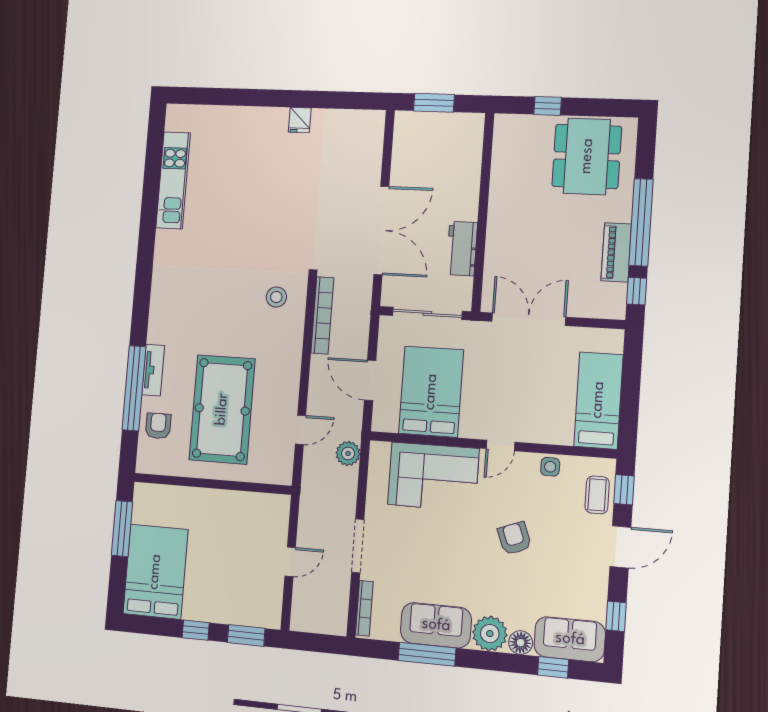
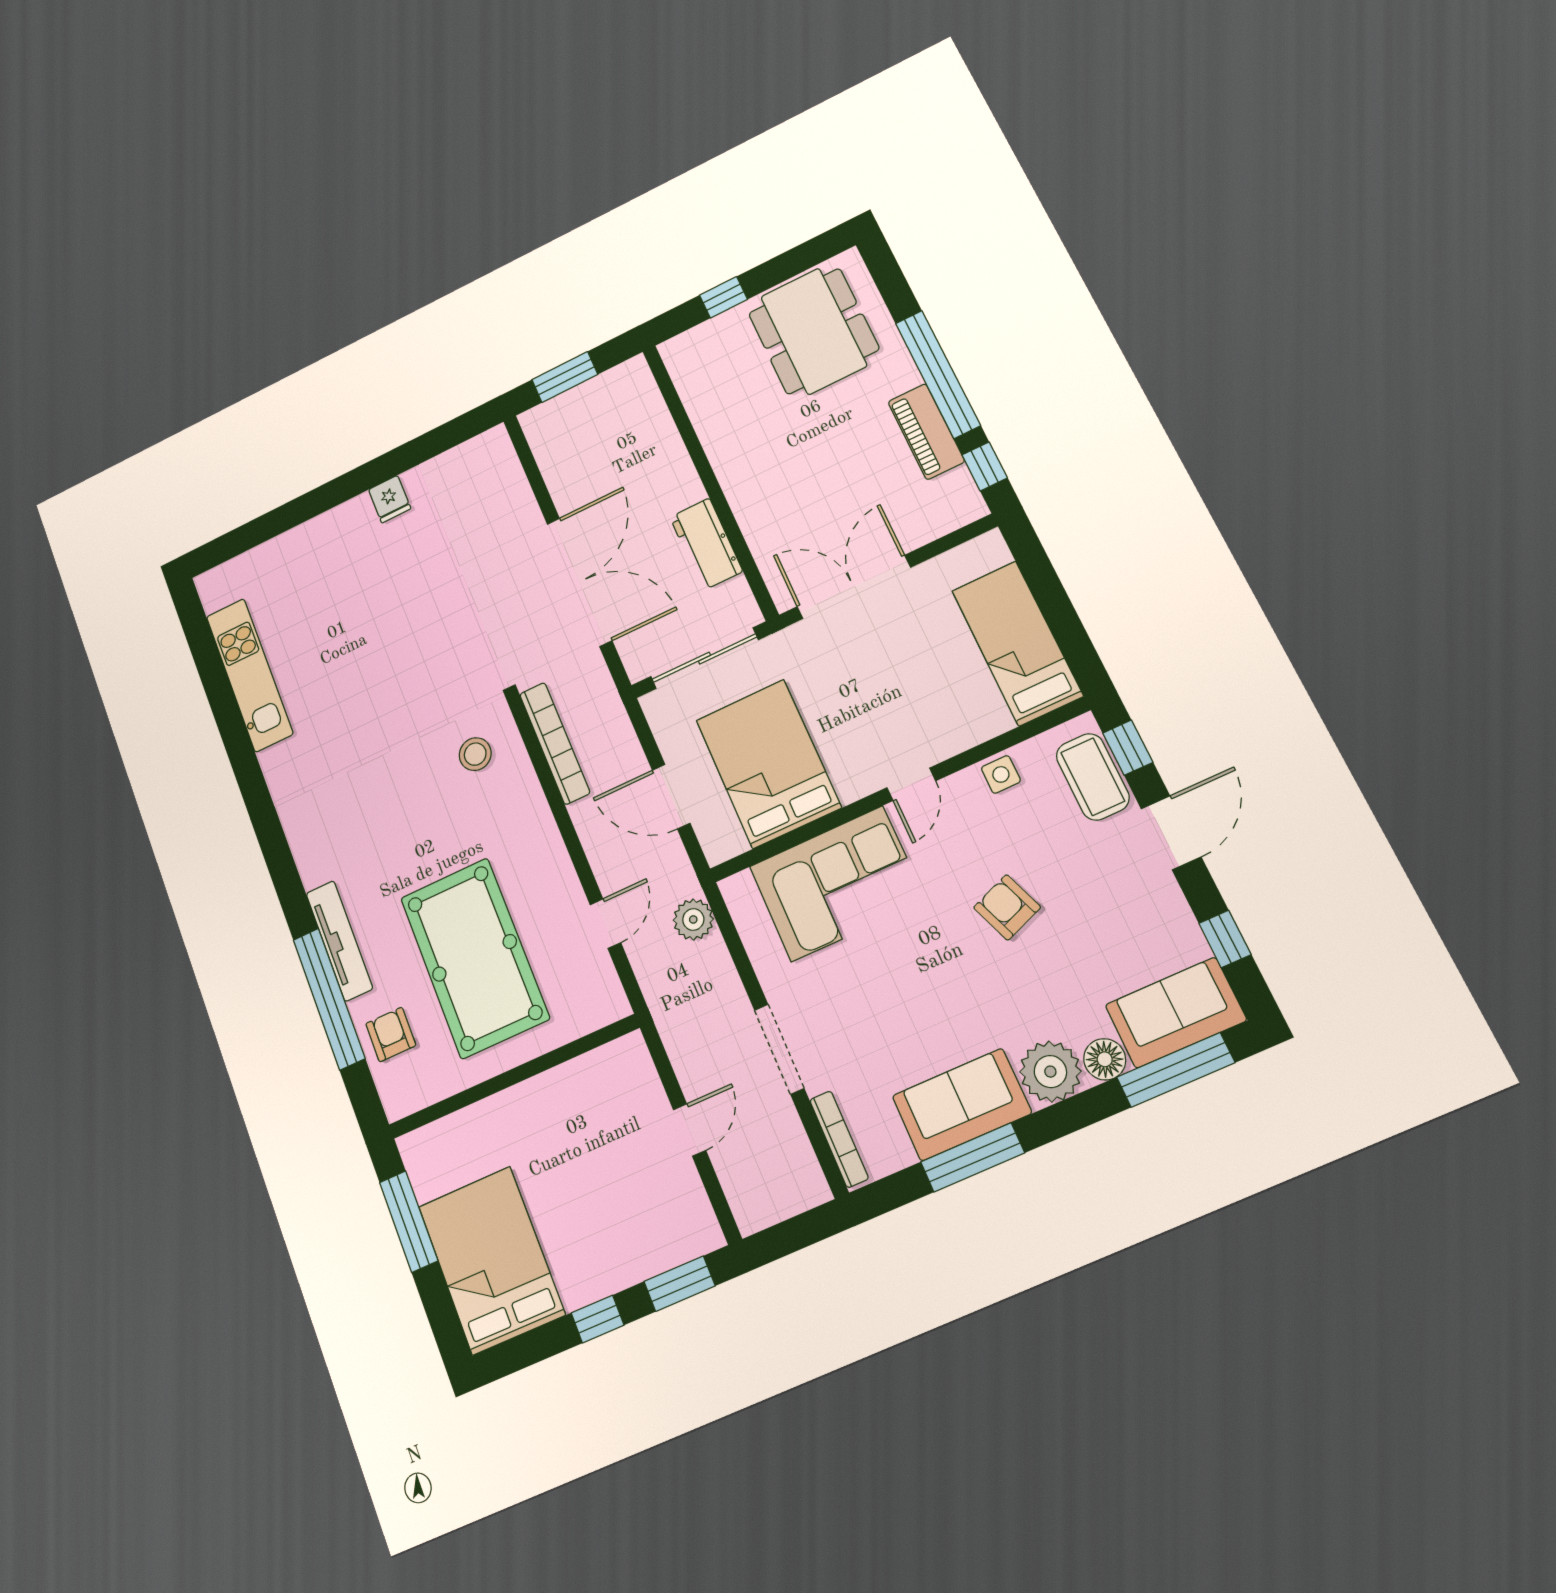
tv unit: (153, 370) -> (339, 941), width x1.41
coffee table: (597, 495) -> (1093, 777), width x1.36, depth x1.30
window: (553, 667) -> (1176, 1070), width x2.17

